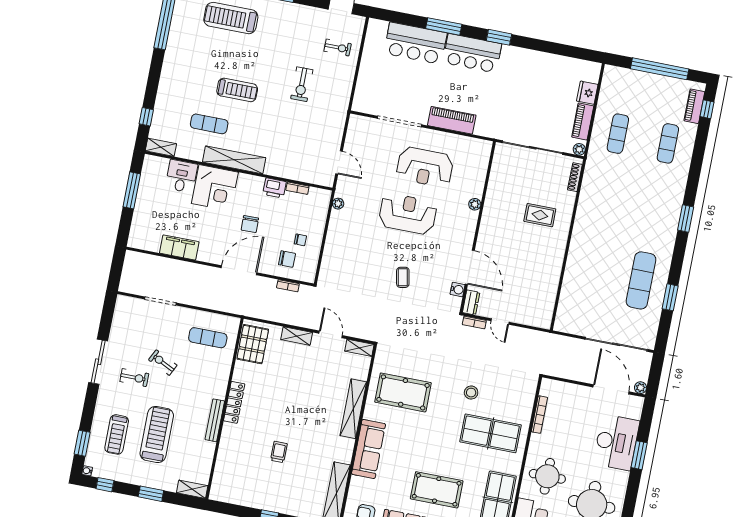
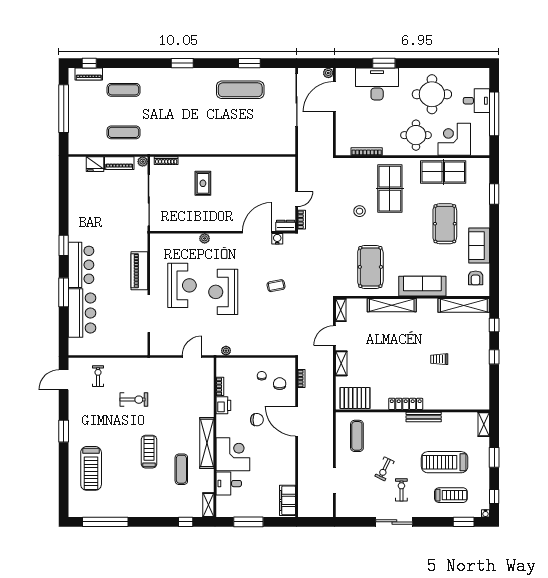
filing cabinet: (179, 247) -> (287, 500), moved

